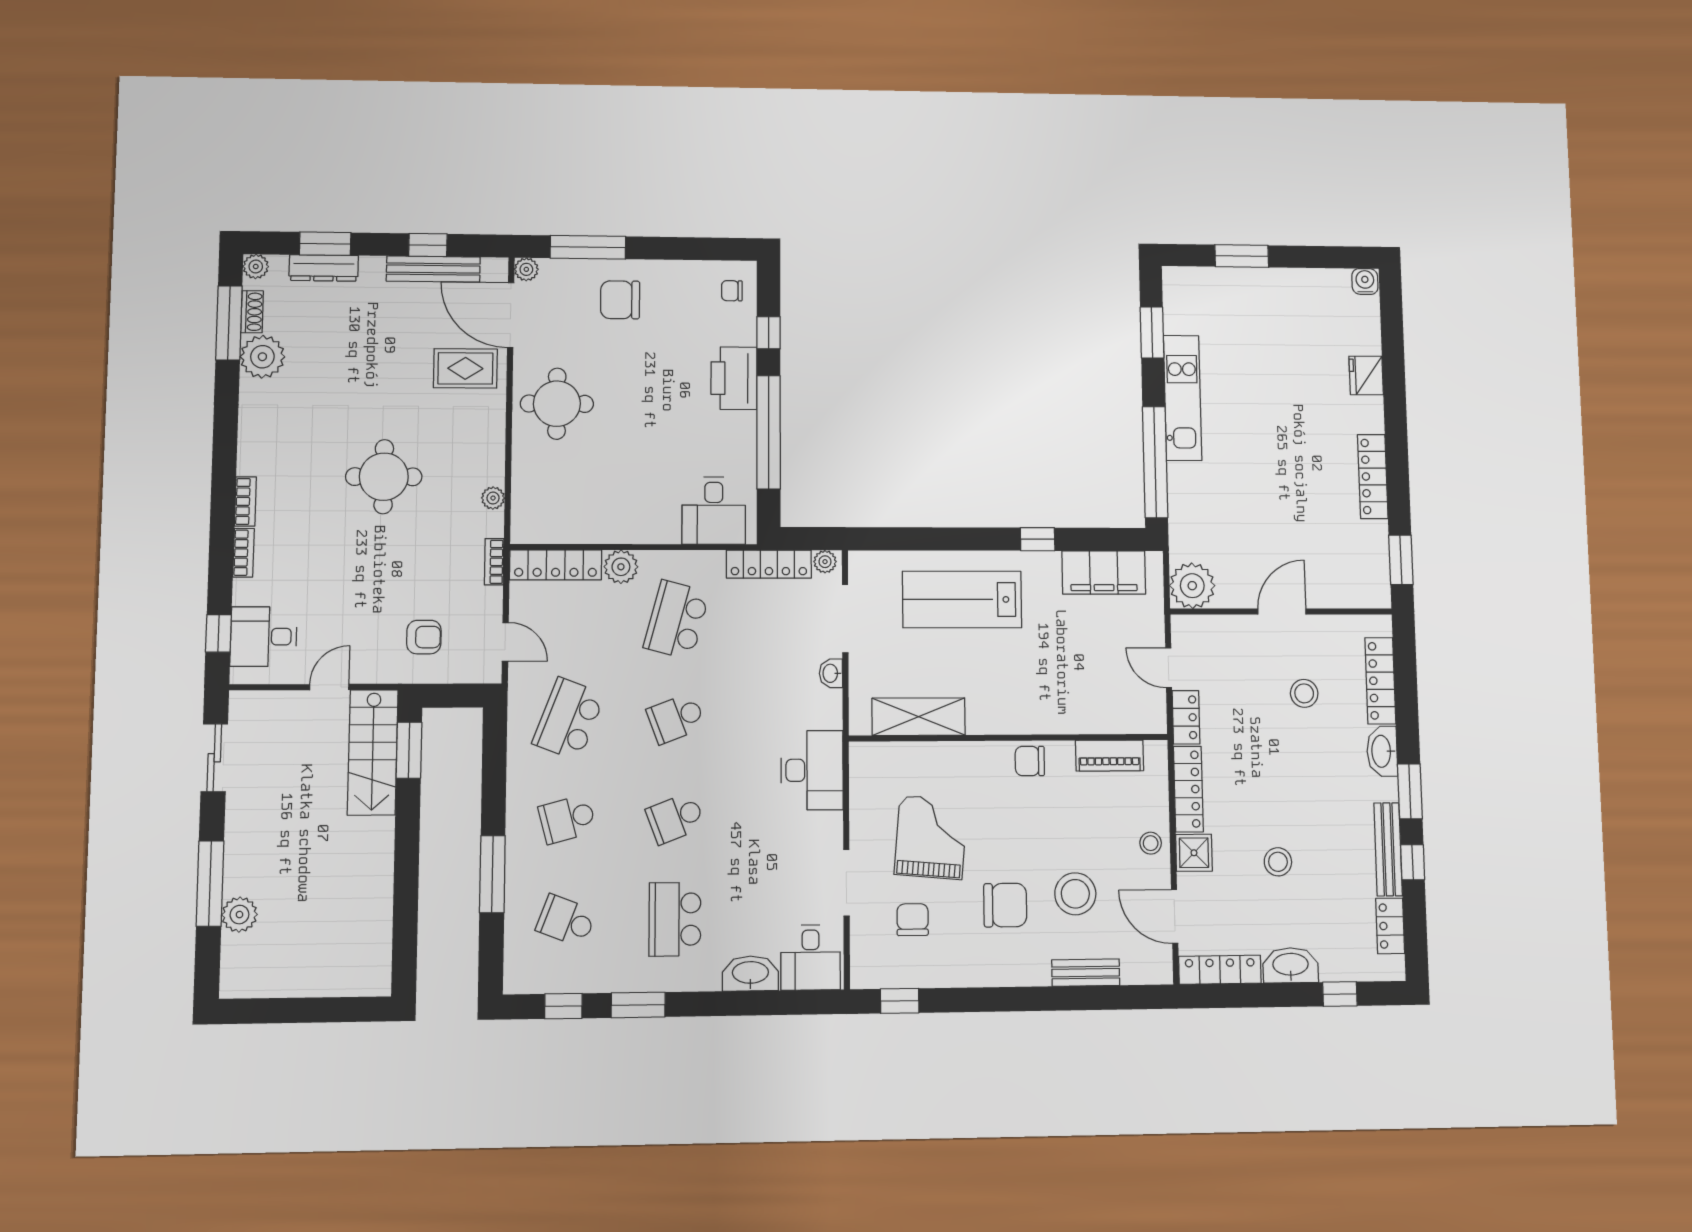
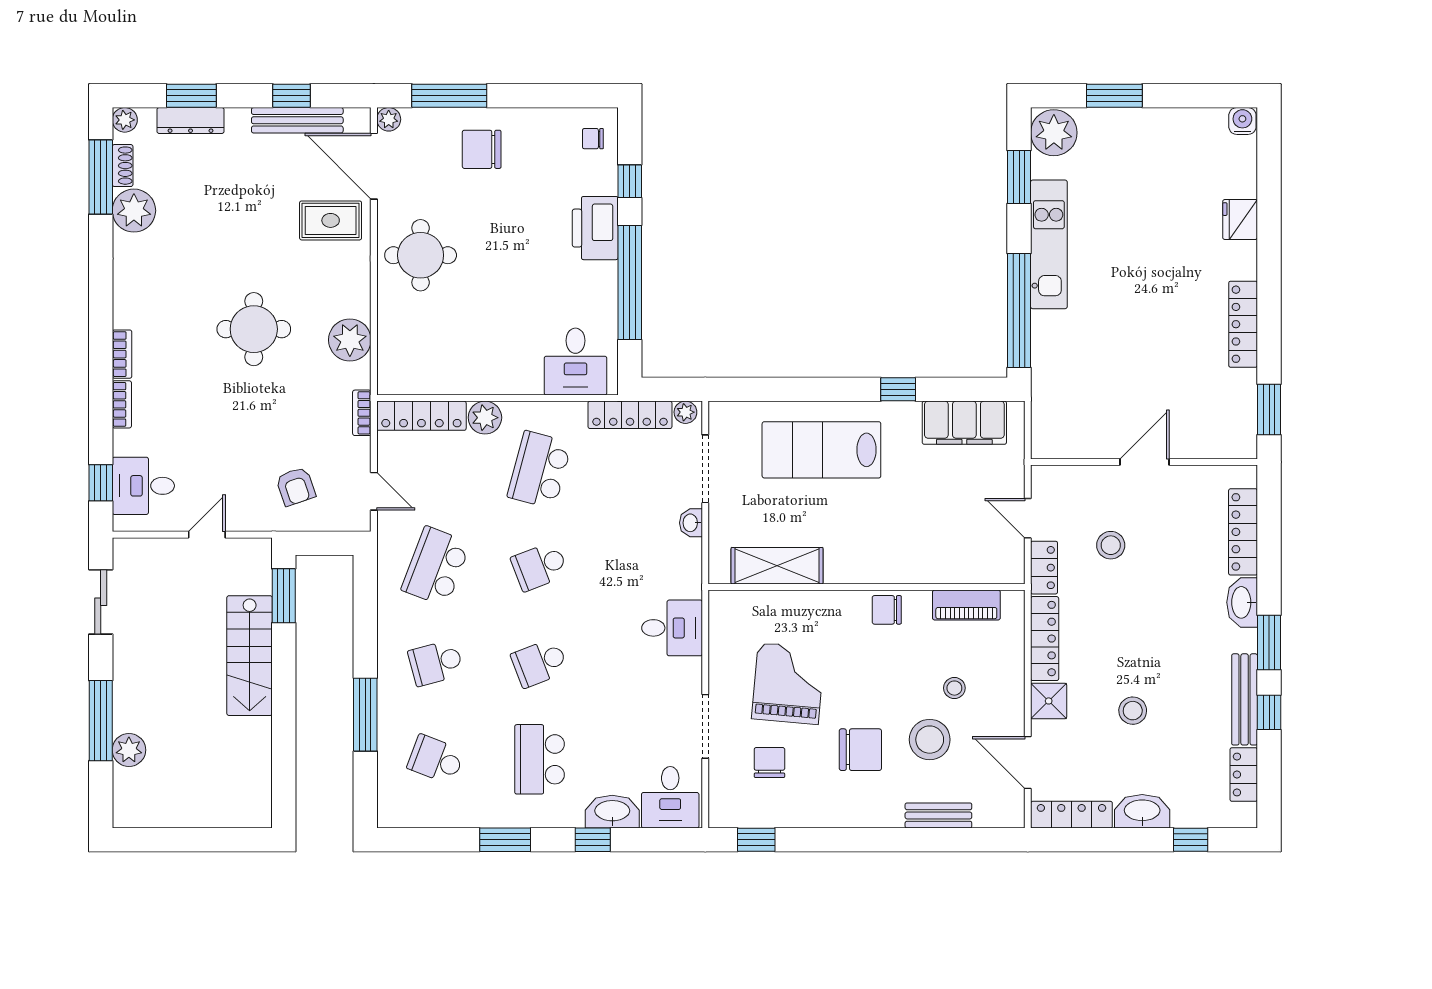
plant: (493, 498) -> (350, 340), width x1.87, depth x1.87
plant: (1192, 586) -> (1054, 133), moved
armchair: (424, 637) -> (296, 486), turned 71
stool: (1304, 693) -> (1111, 545), moved
stairs: (373, 752) -> (250, 656), moved
desk: (812, 770) -> (672, 628), width x0.73
stool: (1151, 843) -> (954, 688), moved
window: (563, 1006) -> (593, 840), moved

